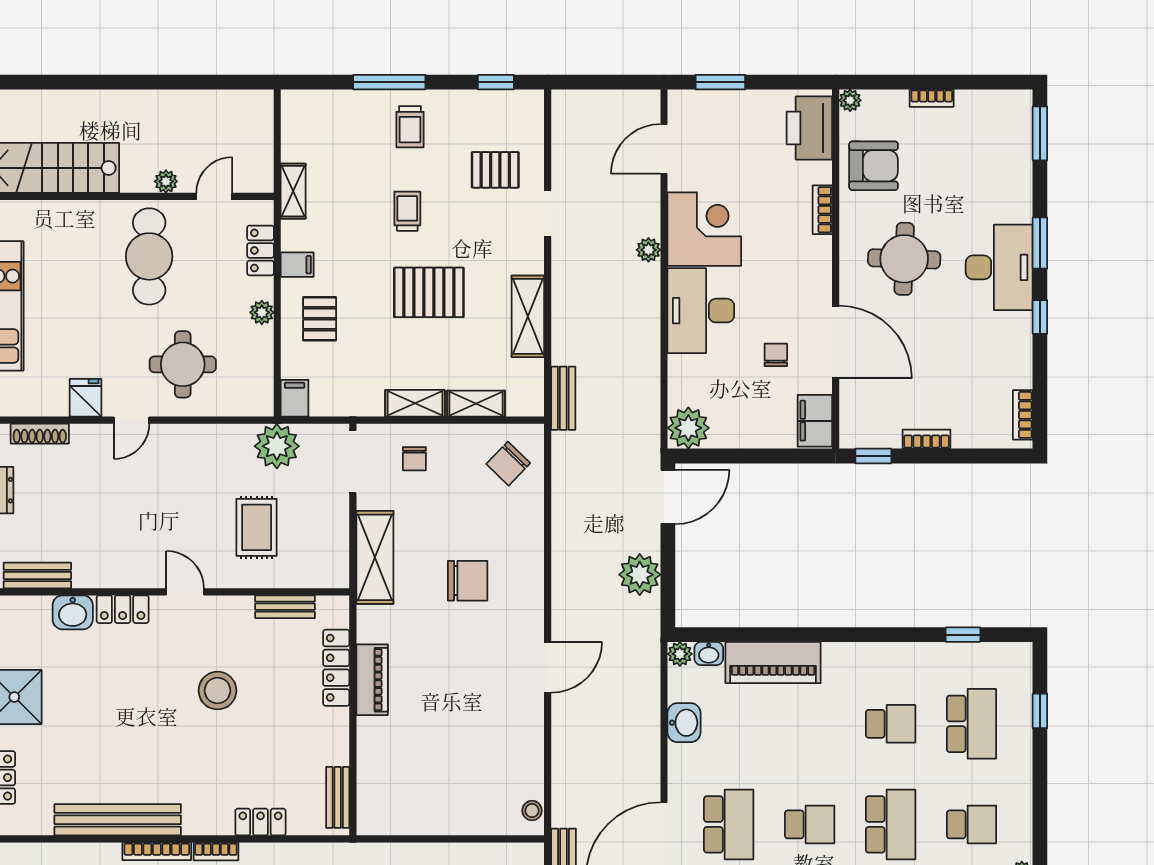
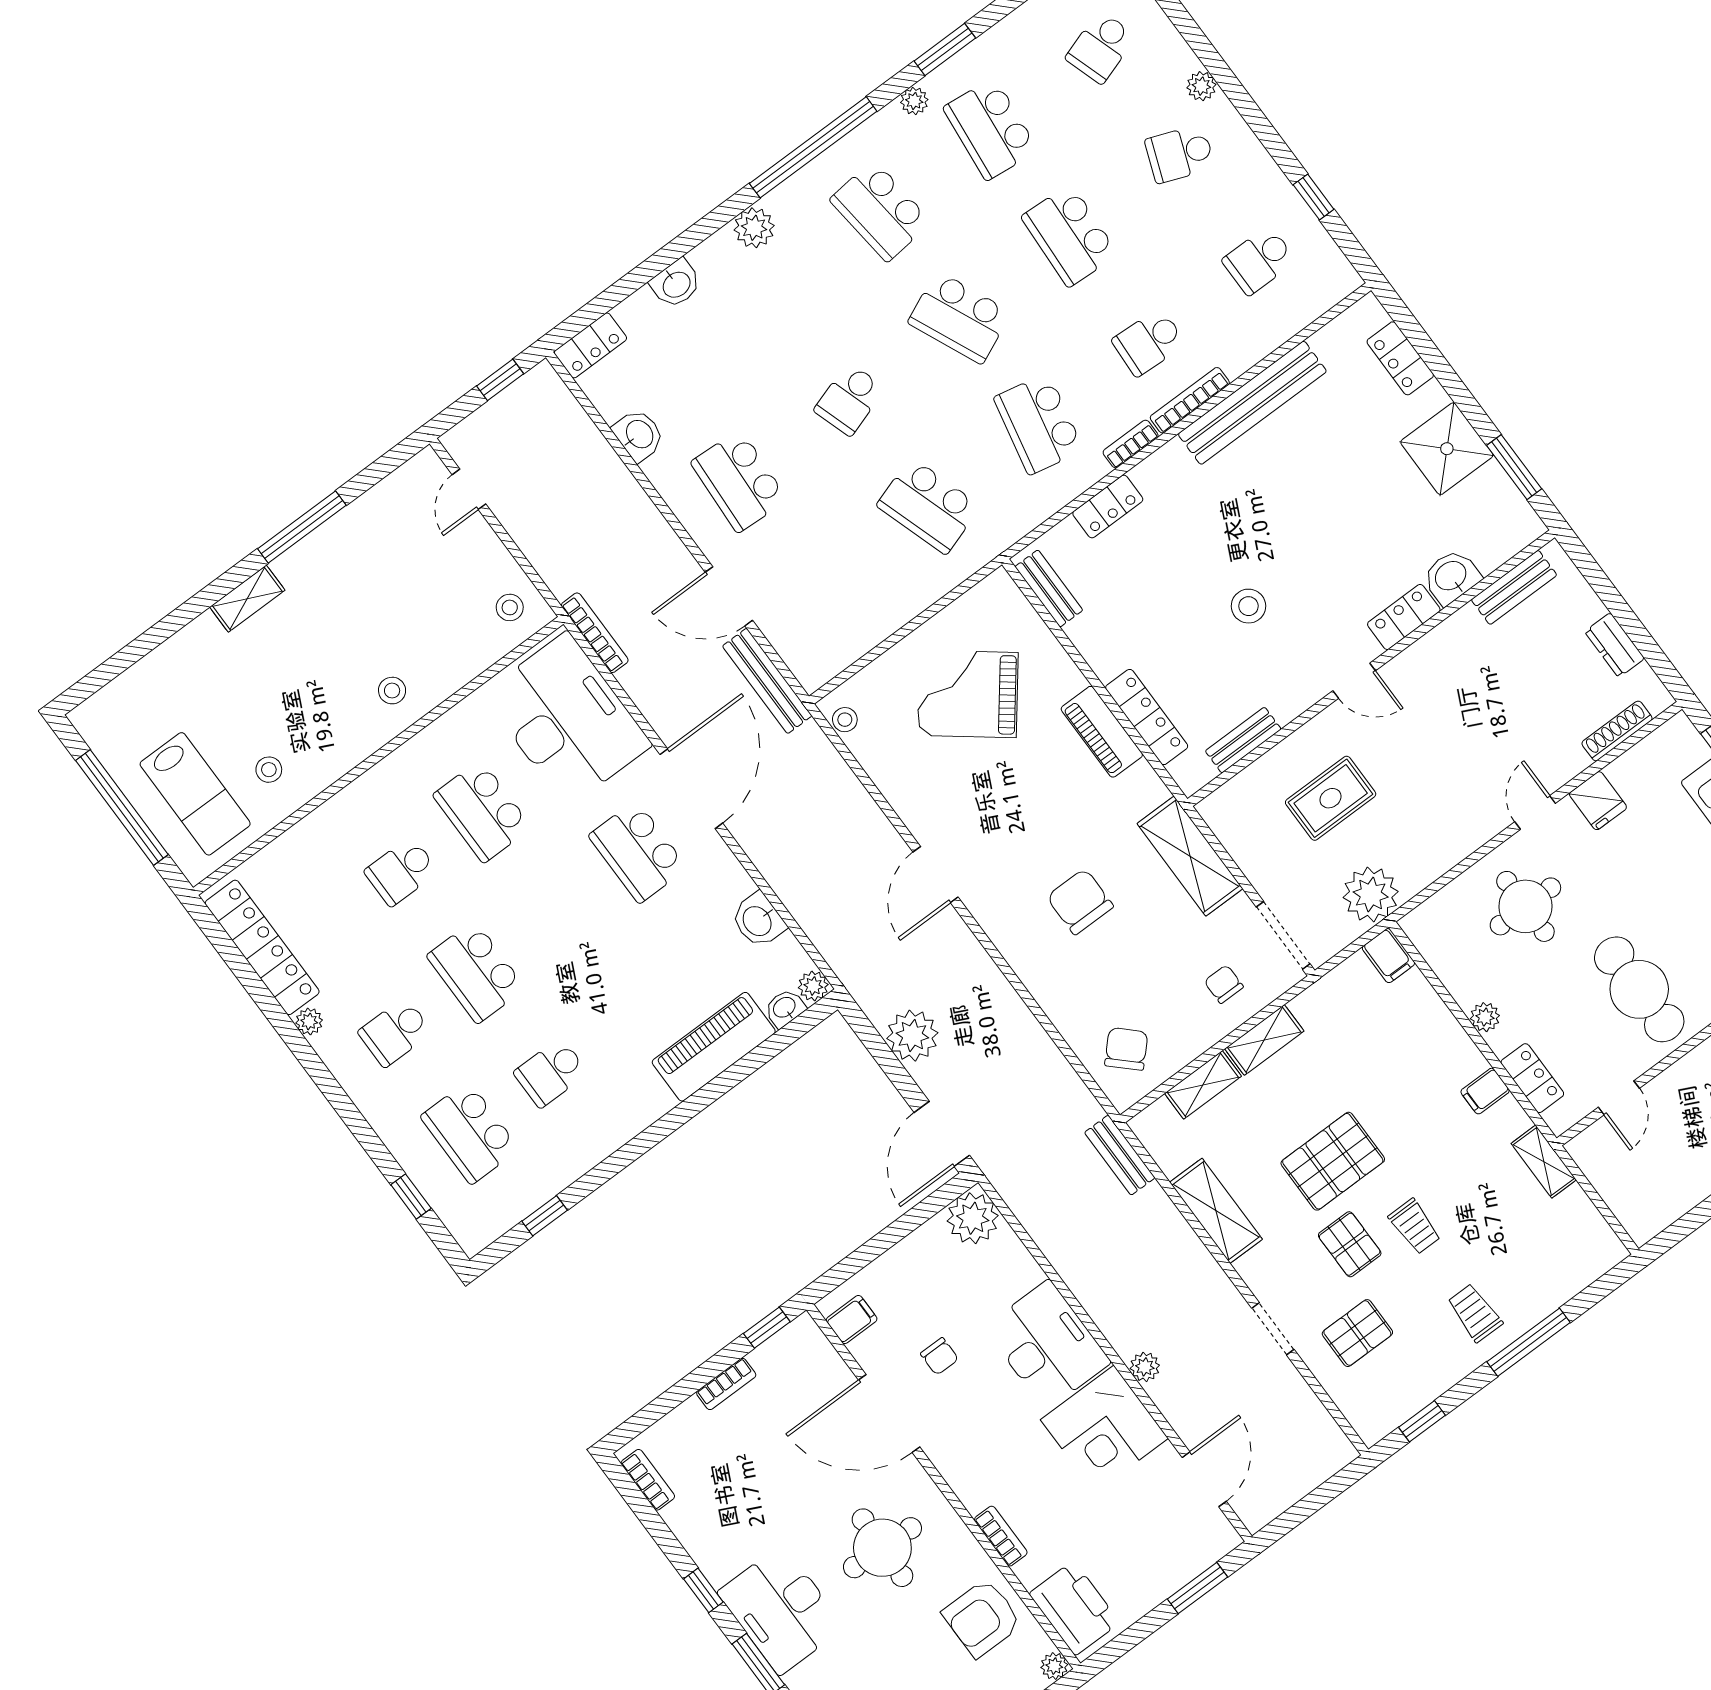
plant: (166, 181) -> (1678, 1077), removed
pallet: (320, 319) -> (1350, 1244), moved
filing cabinet: (815, 421) -> (852, 1320), width x0.50
rug: (257, 527) -> (1331, 798), turned 90
chair: (468, 581) -> (1080, 902), turned 90
stool: (217, 691) -> (1248, 606), width x0.73, depth x0.73
grand piano: (440, 768) -> (968, 694), added
school desk: (810, 824) -> (557, 912), removed

